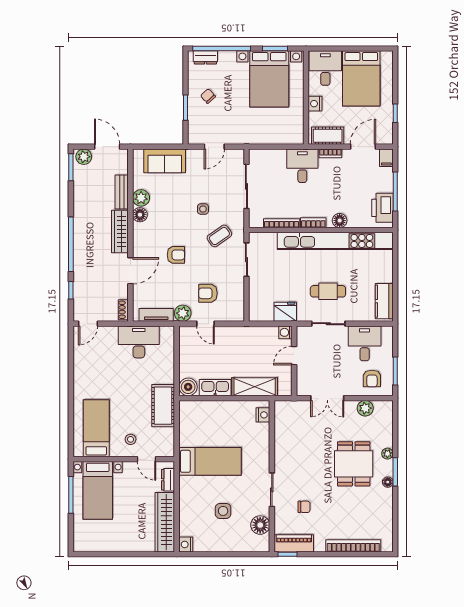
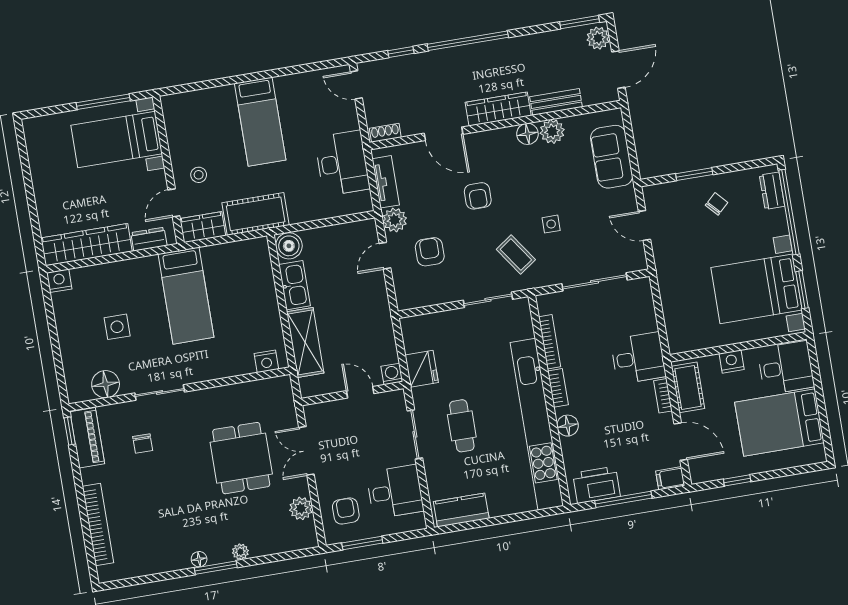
armchair: (372, 379) -> (346, 511), turned 90
bed: (96, 428) -> (260, 122), moved, turned 90
wardrobe: (166, 442) -> (203, 227), added
dining table: (354, 464) -> (241, 458), moved, turned 90

